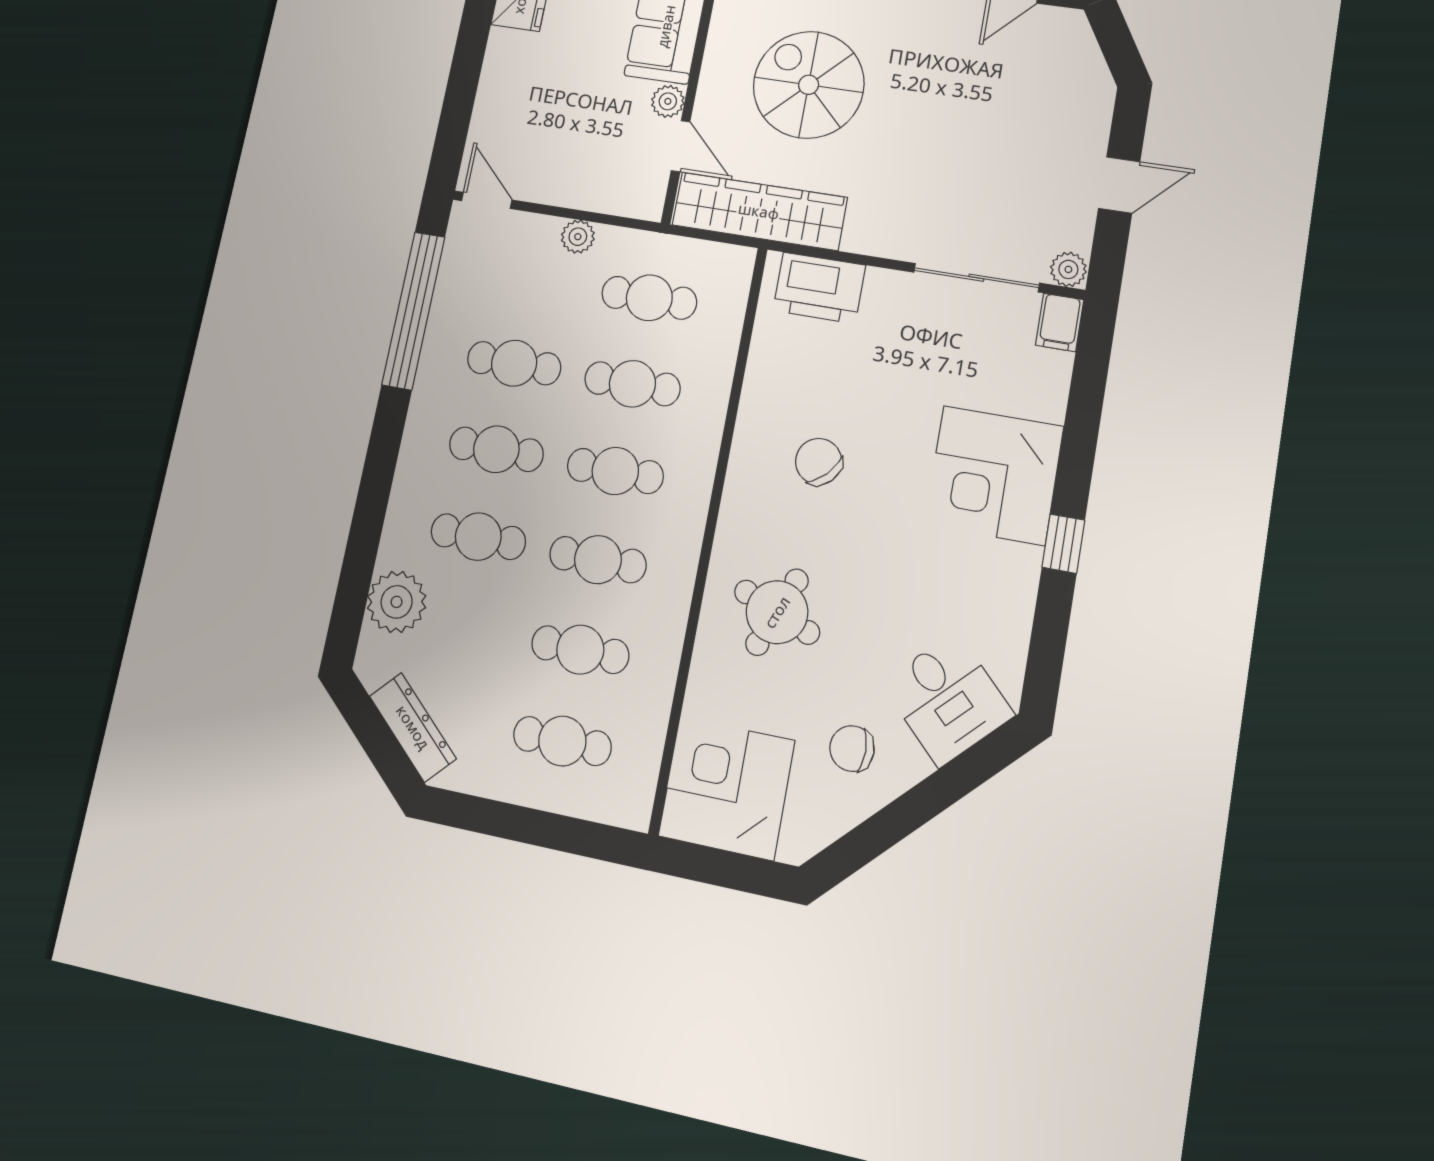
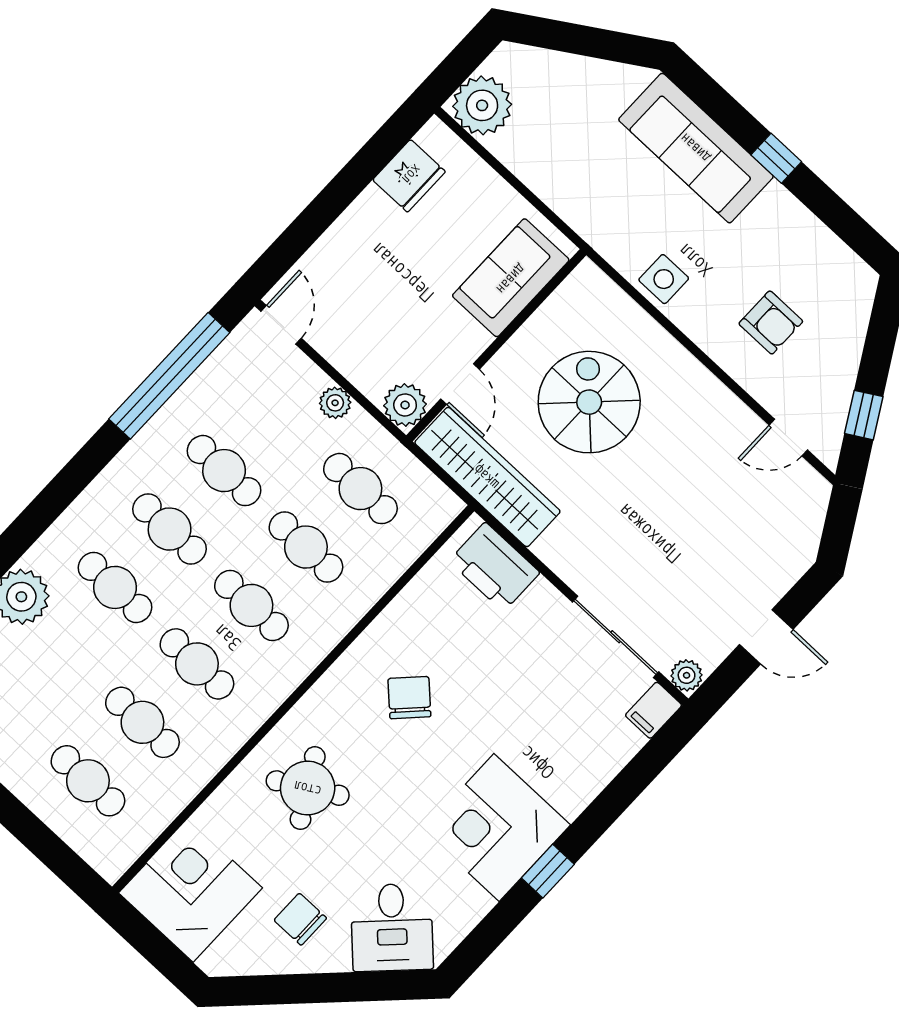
plant: (668, 101) -> (405, 405), moved, width x1.38, depth x1.38
corner desk: (994, 475) -> (497, 827), moved
round table: (777, 612) -> (308, 788), turned 38

